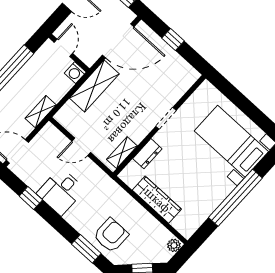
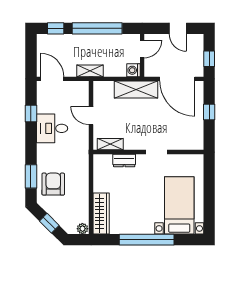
wardrobe: (157, 200) -> (101, 214), moved
armchair: (111, 235) -> (53, 184), turned -90

